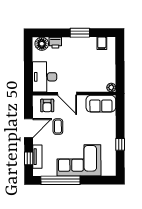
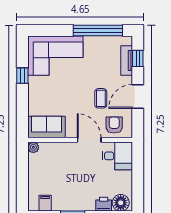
desk: (45, 77) -> (117, 156), width x0.73
corner sofa: (79, 160) -> (55, 56), moved

